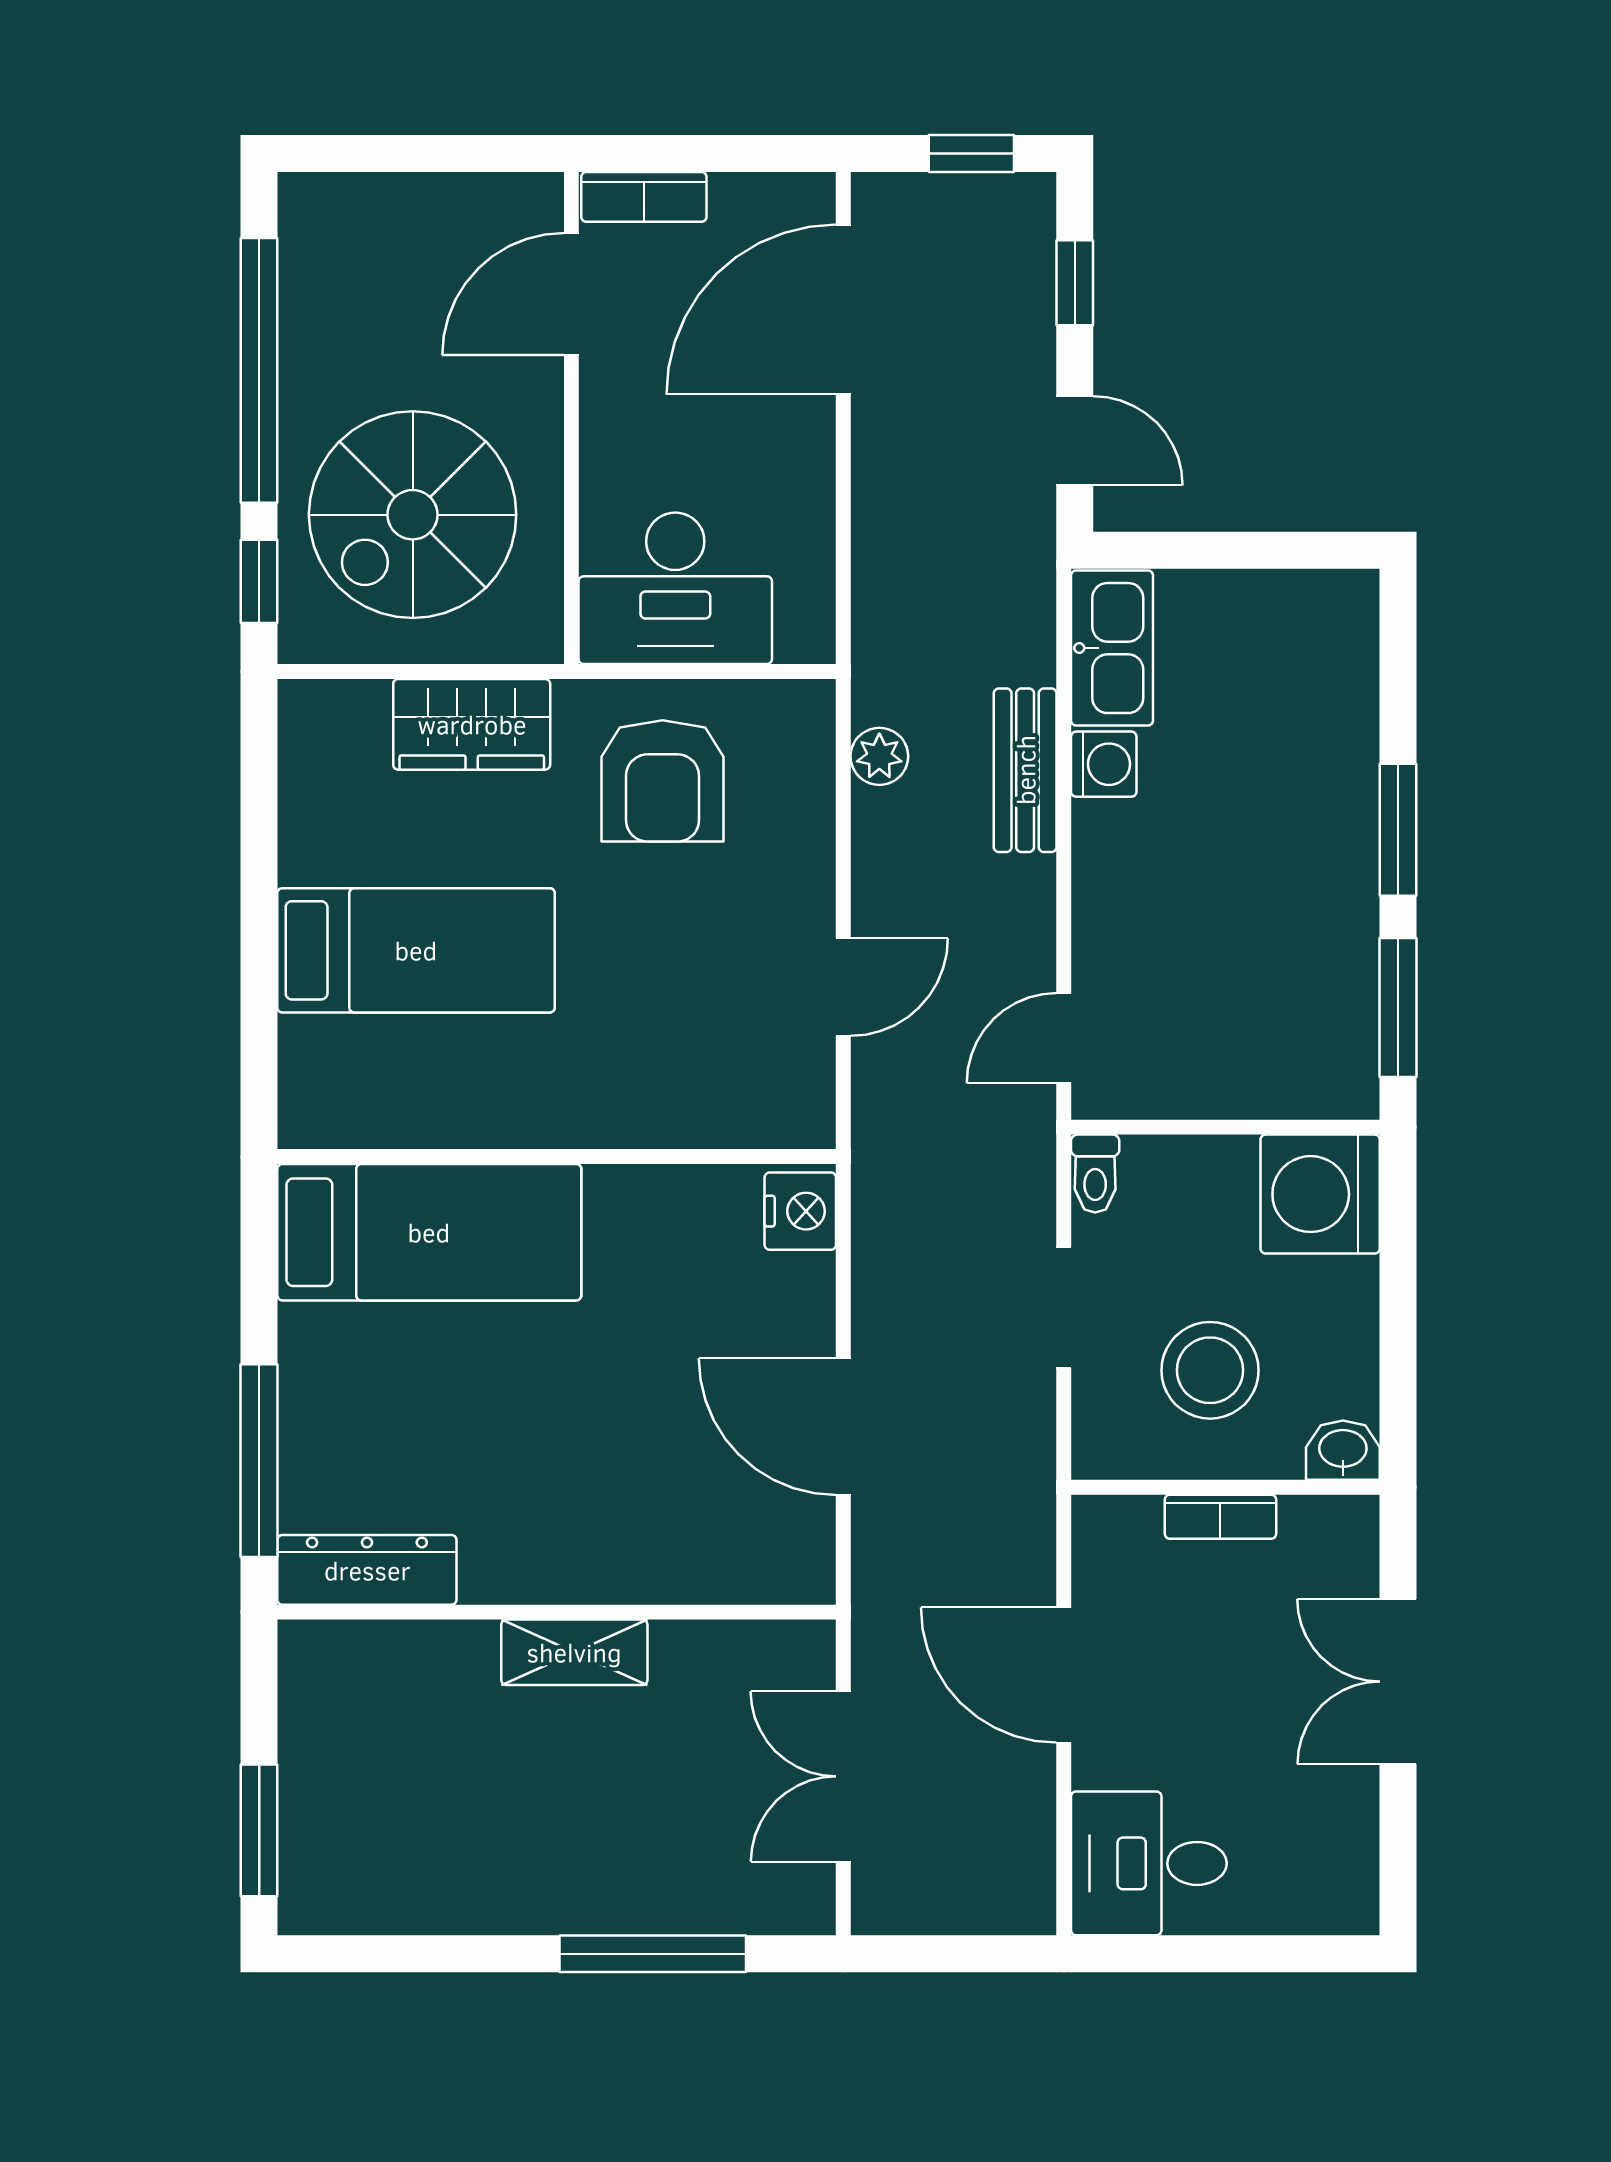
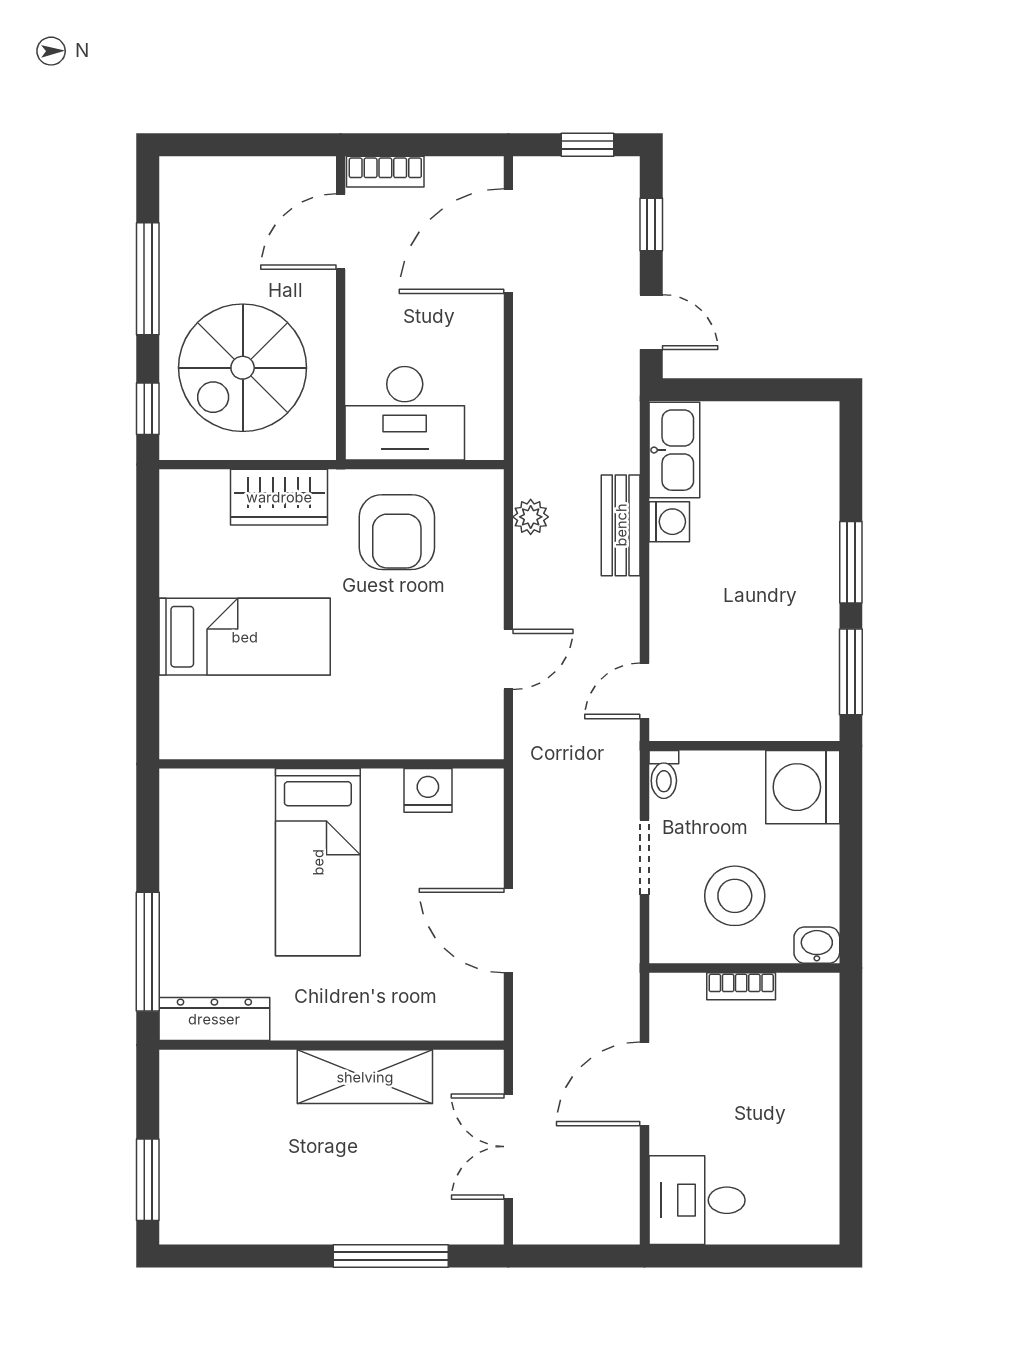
window: (259, 370) -> (148, 279), width x0.68
nightstand: (800, 1211) -> (428, 790), moved, turned -90
bed: (429, 1232) -> (318, 862), moved, turned 90
shelving: (574, 1652) -> (365, 1077), width x1.50, depth x1.33
door: (1064, 1675) -> (644, 1084), hinge flipped
double door: (1398, 1682) -> (851, 1088), removed

